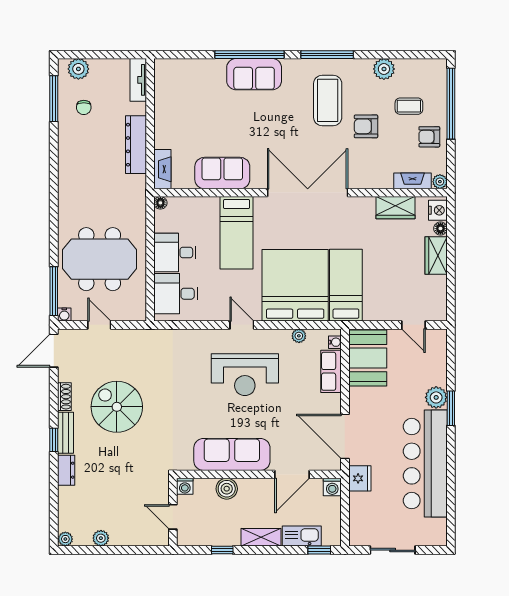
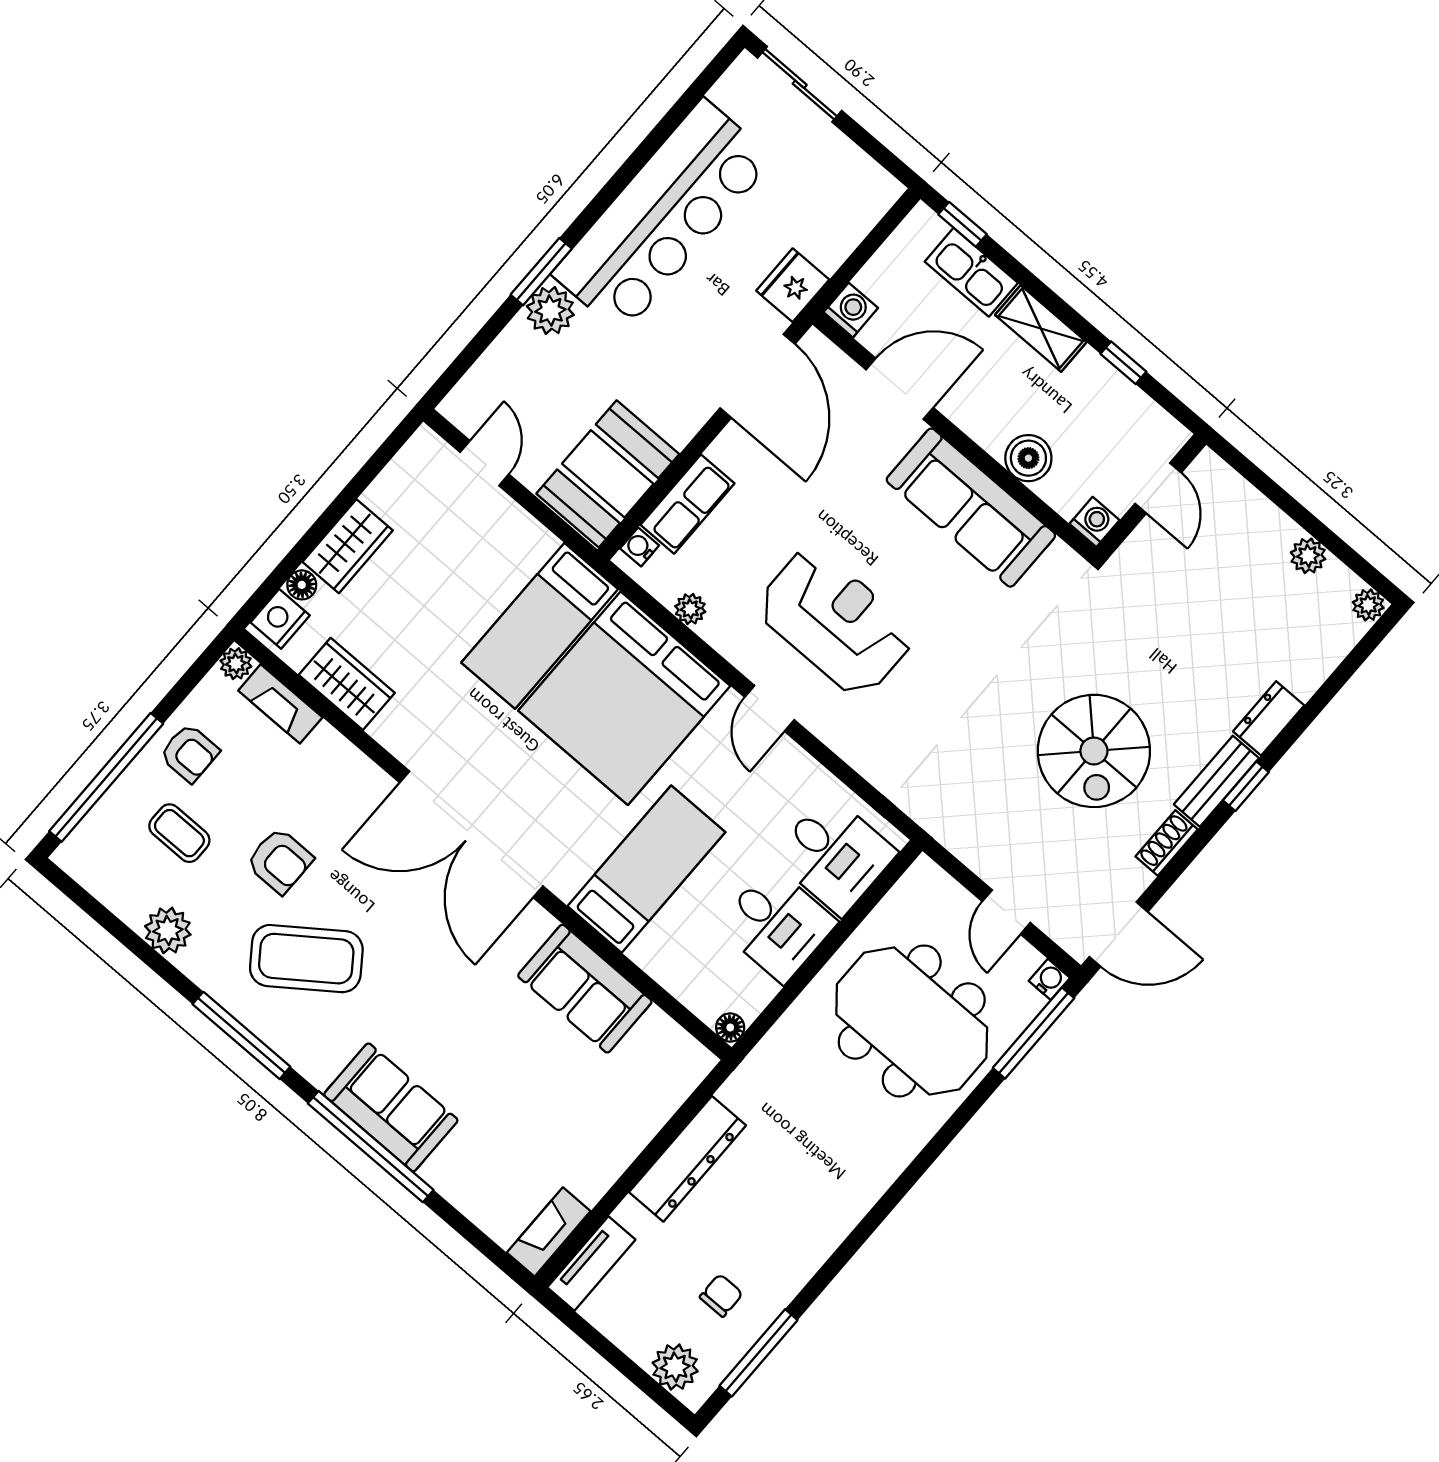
coffee table: (328, 100) -> (306, 959), turned 54
fireplace: (162, 169) -> (549, 1232), moved
sliding door: (393, 550) -> (800, 84), moved

